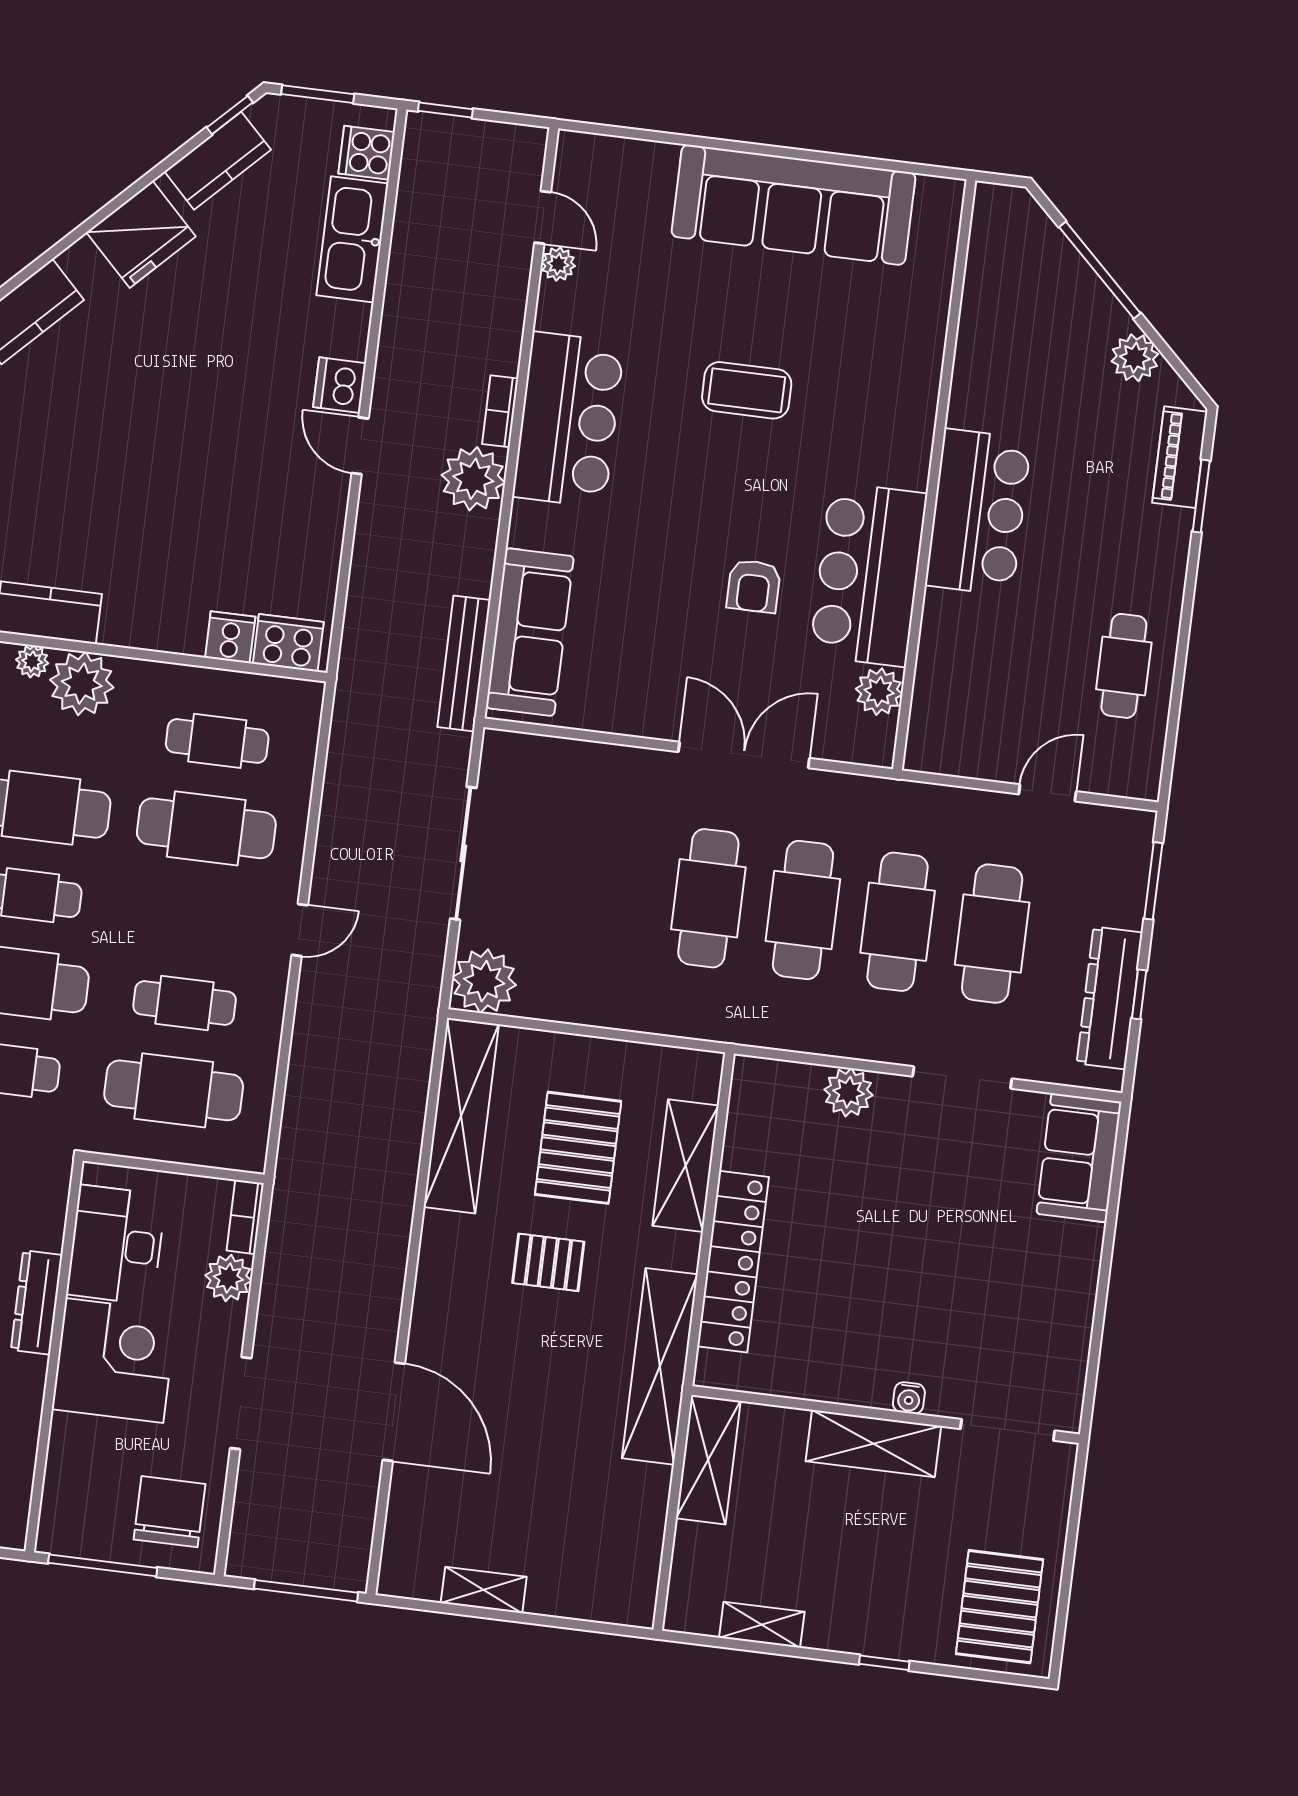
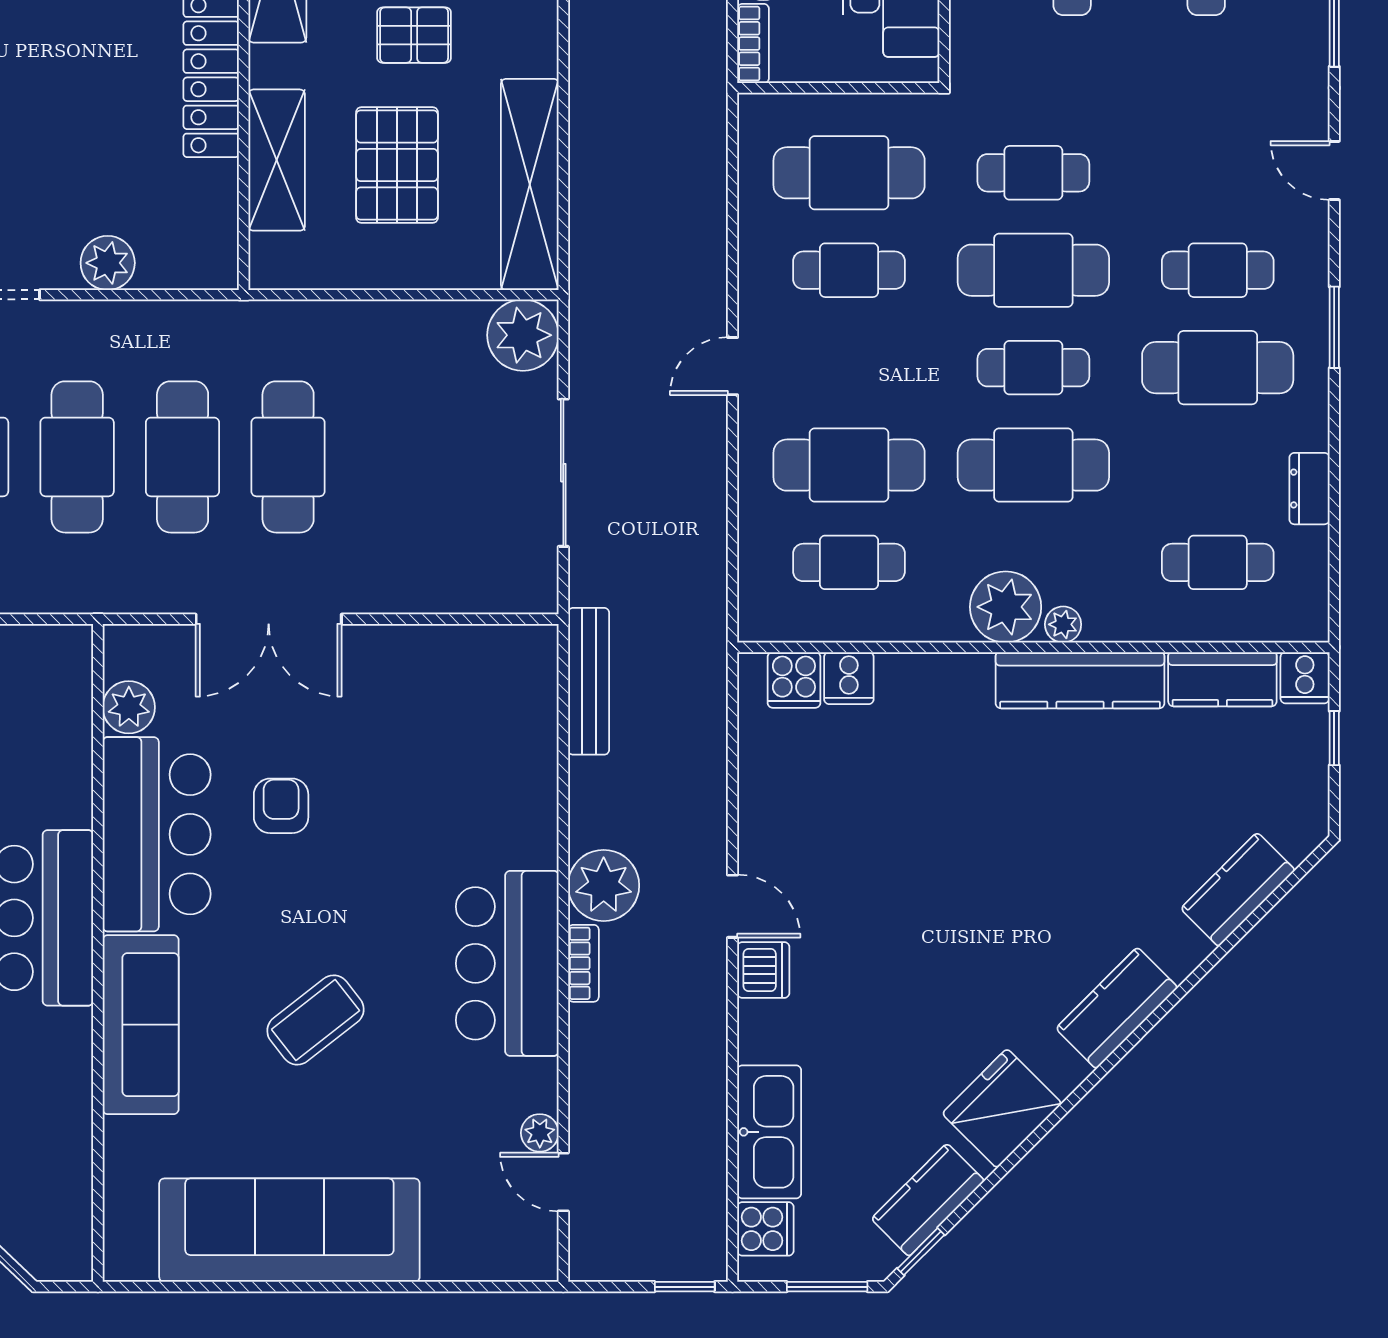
coffee table: (747, 390) -> (315, 1020), turned -38
sofa: (530, 632) -> (141, 1025), moved, turned 180
cooker: (288, 643) -> (794, 680), width x0.73

